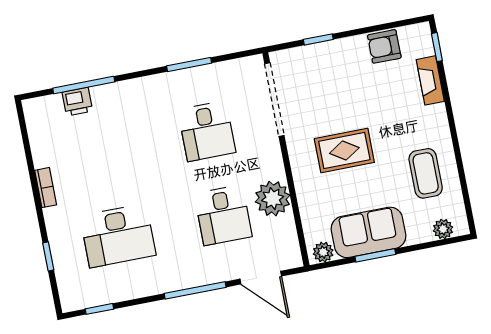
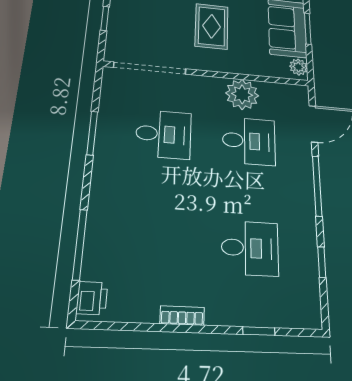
printer: (77, 102) -> (92, 298), moved
desk: (118, 236) -> (250, 248), width x0.73
window: (99, 309) -> (322, 262), moved

